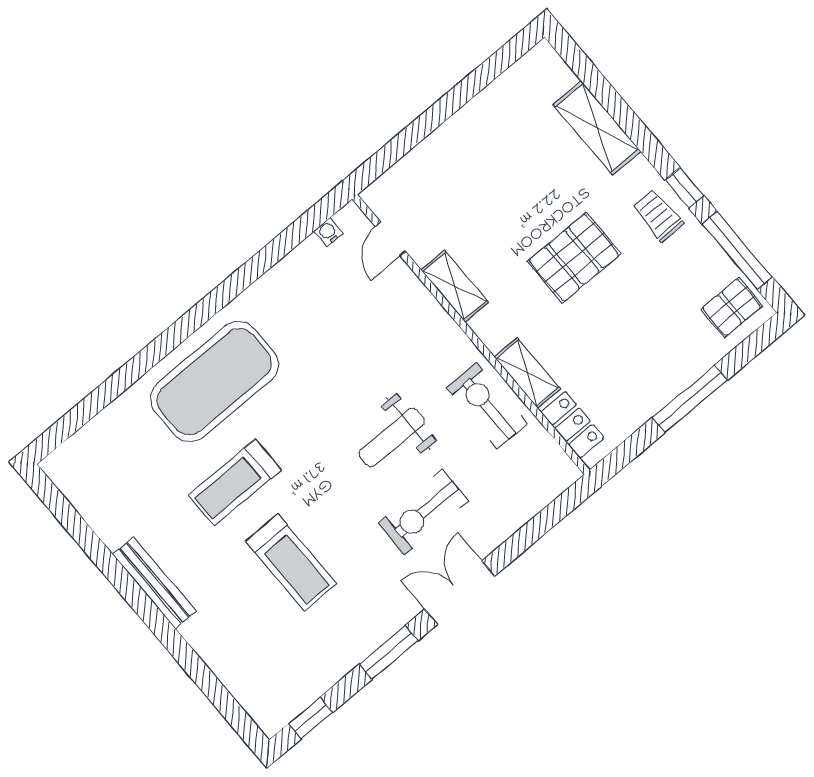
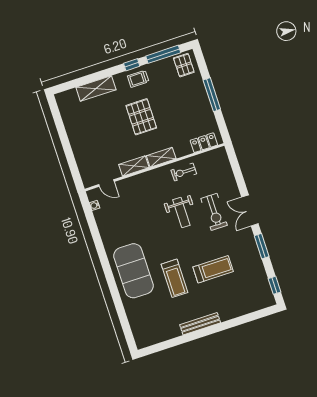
shelving: (527, 373) -> (161, 157), moved
exercise bike: (487, 406) -> (184, 172), width x0.73, depth x0.72

